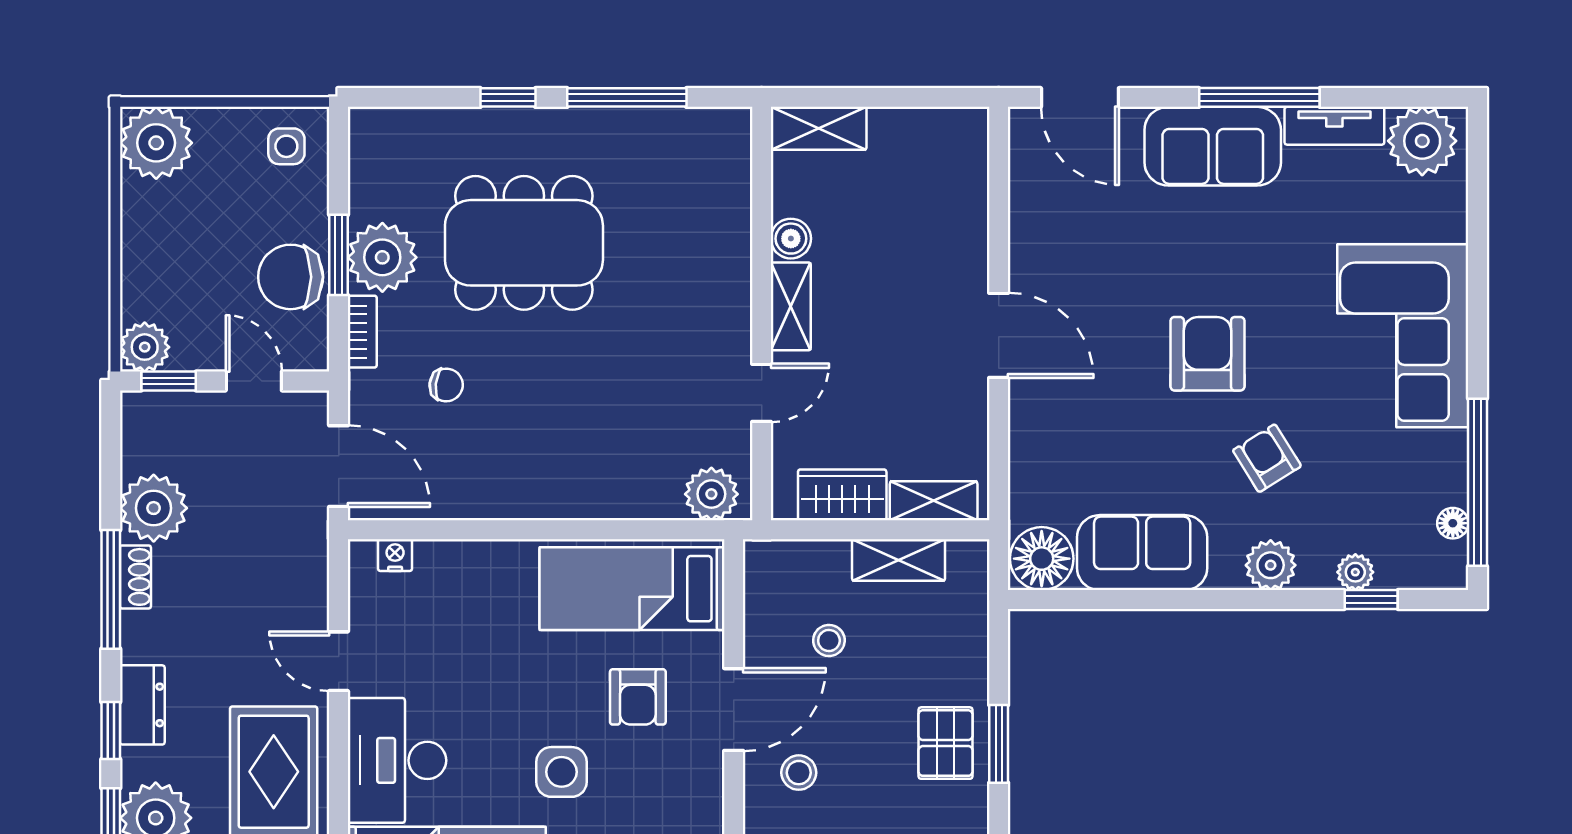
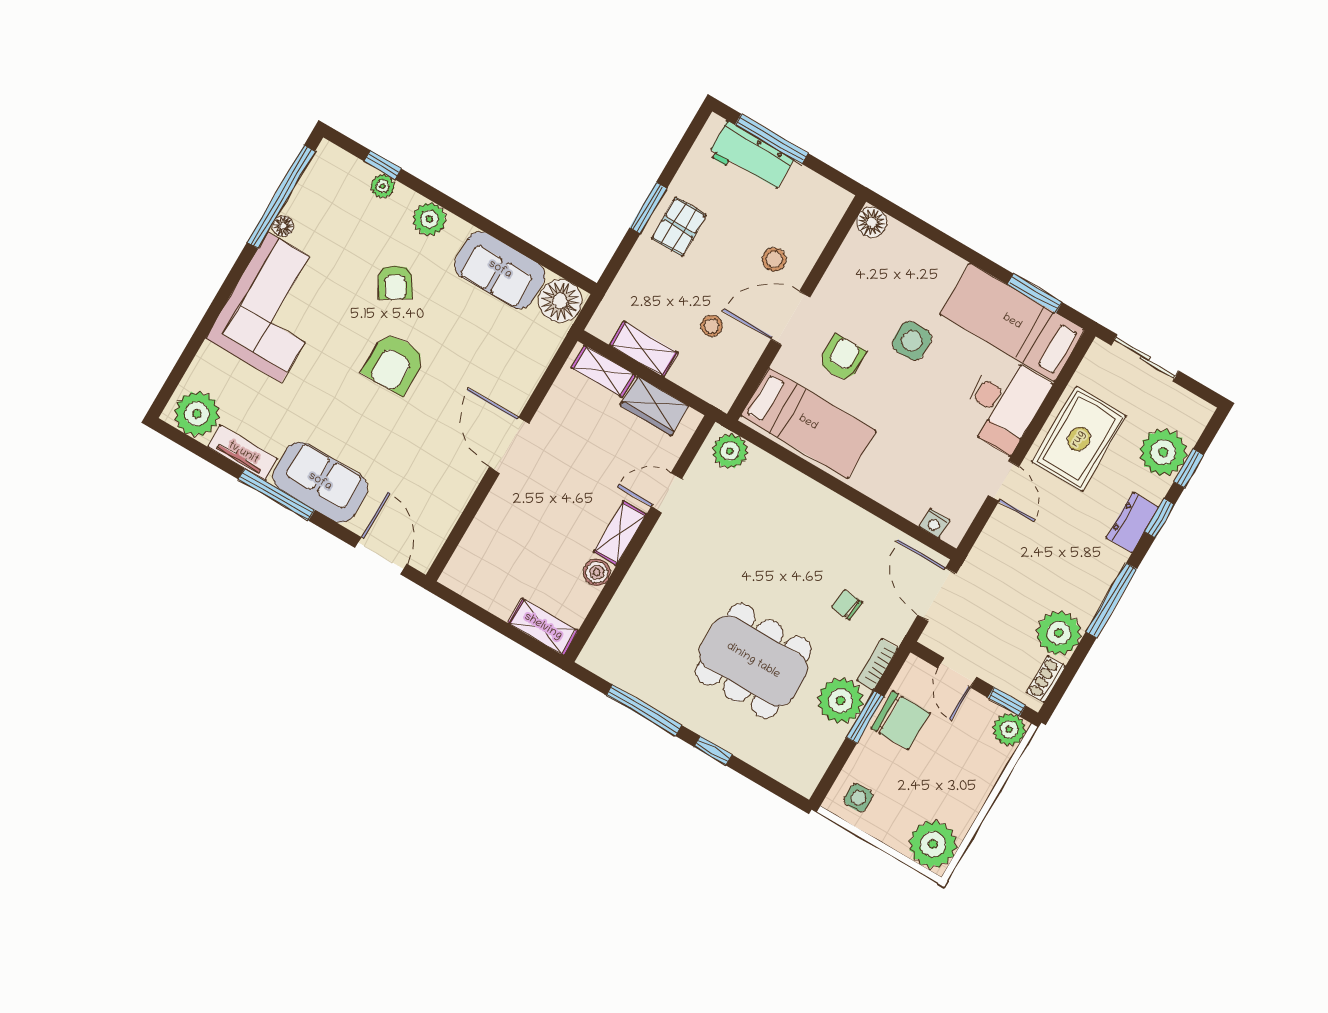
floor lamp: (1453, 523) -> (283, 226), moved
shoe rack: (135, 577) -> (1046, 679), moved

